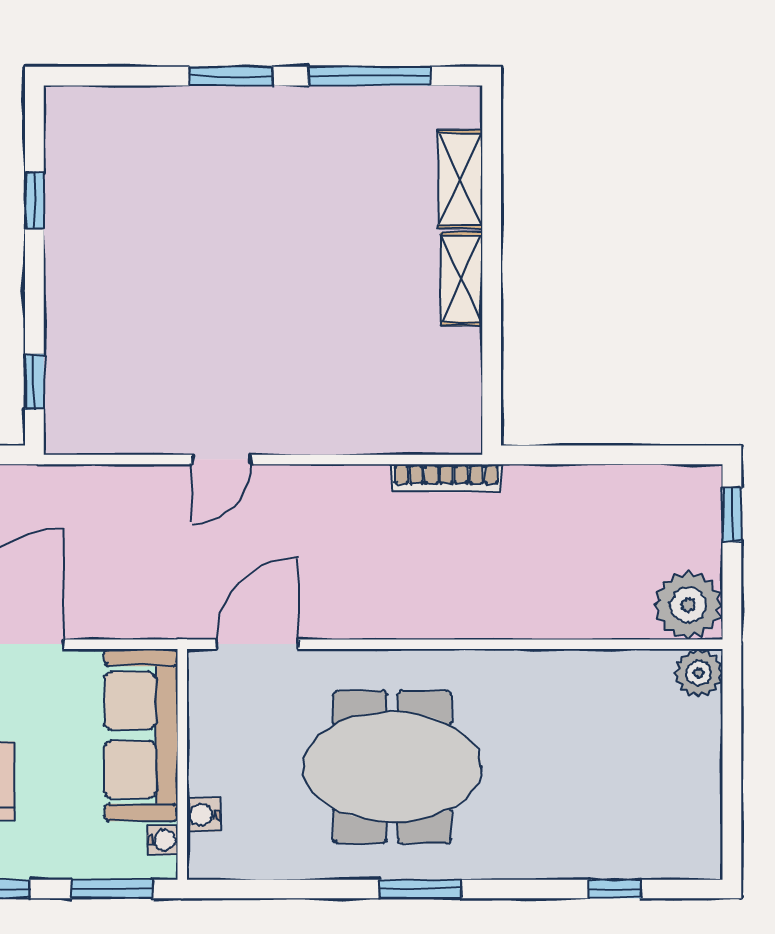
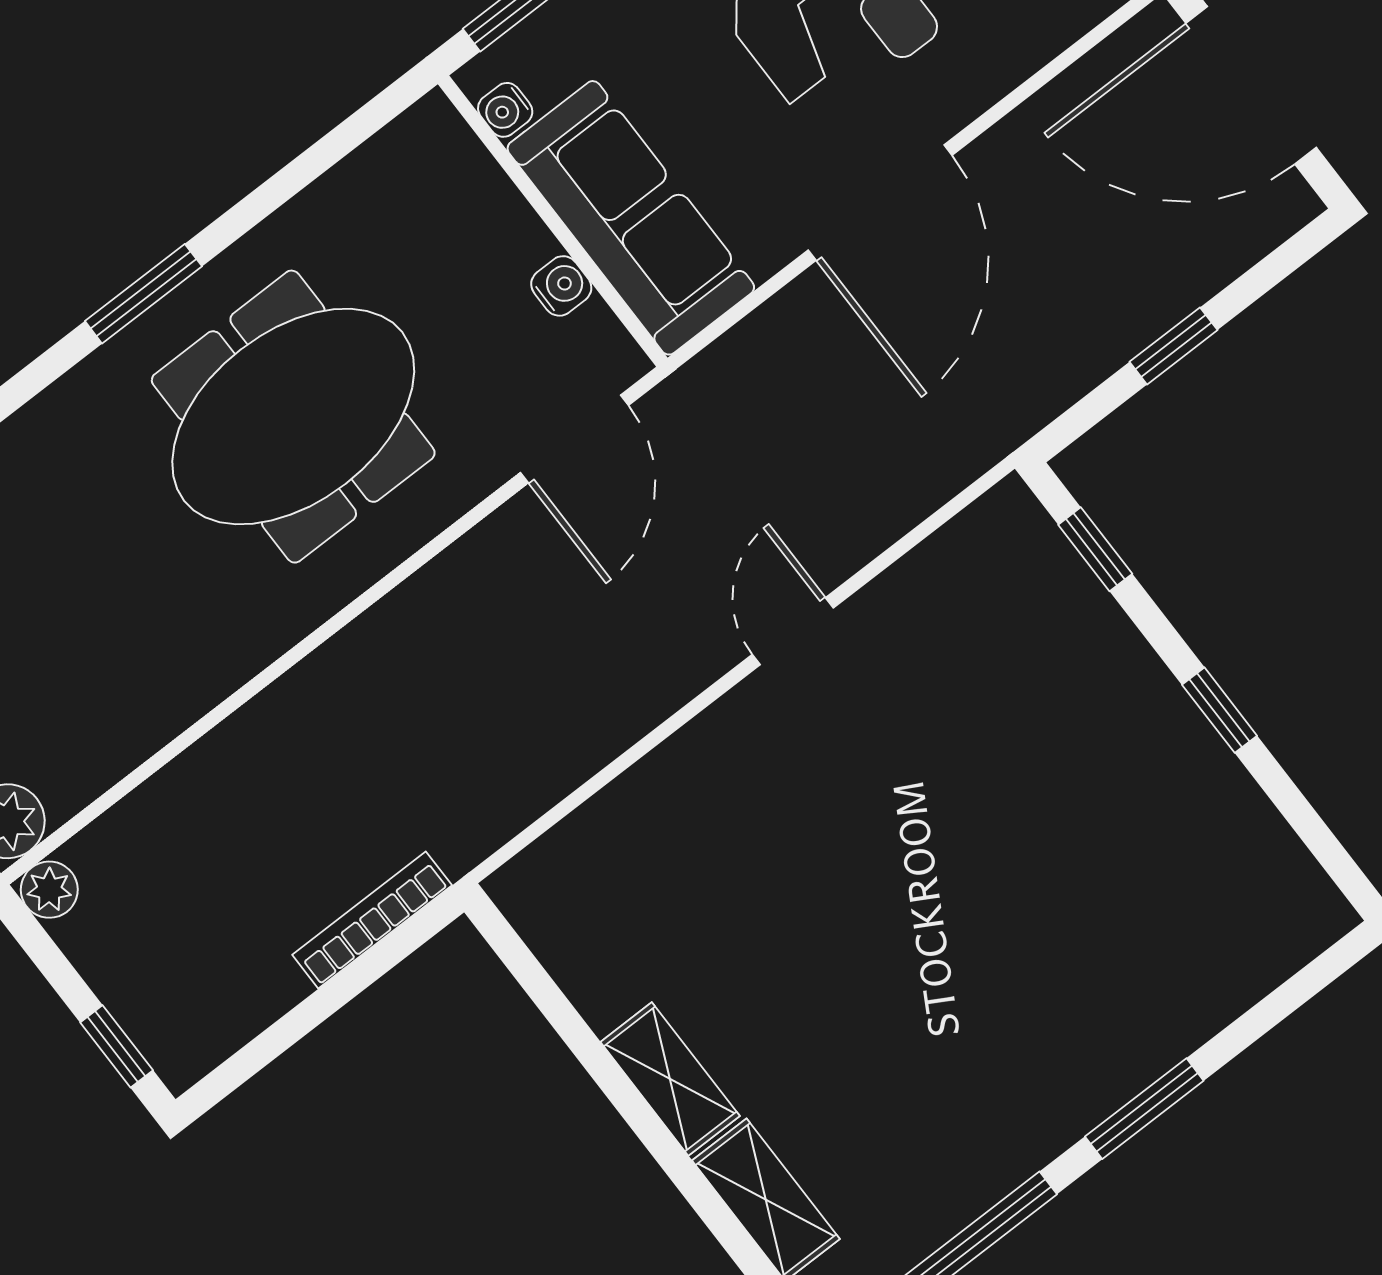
window: (34, 200) -> (1220, 710), moved
bookcase: (446, 478) -> (372, 920), moved
plant: (688, 605) -> (49, 890), width x0.53, depth x0.53
water cooler: (204, 815) -> (561, 286), moved

